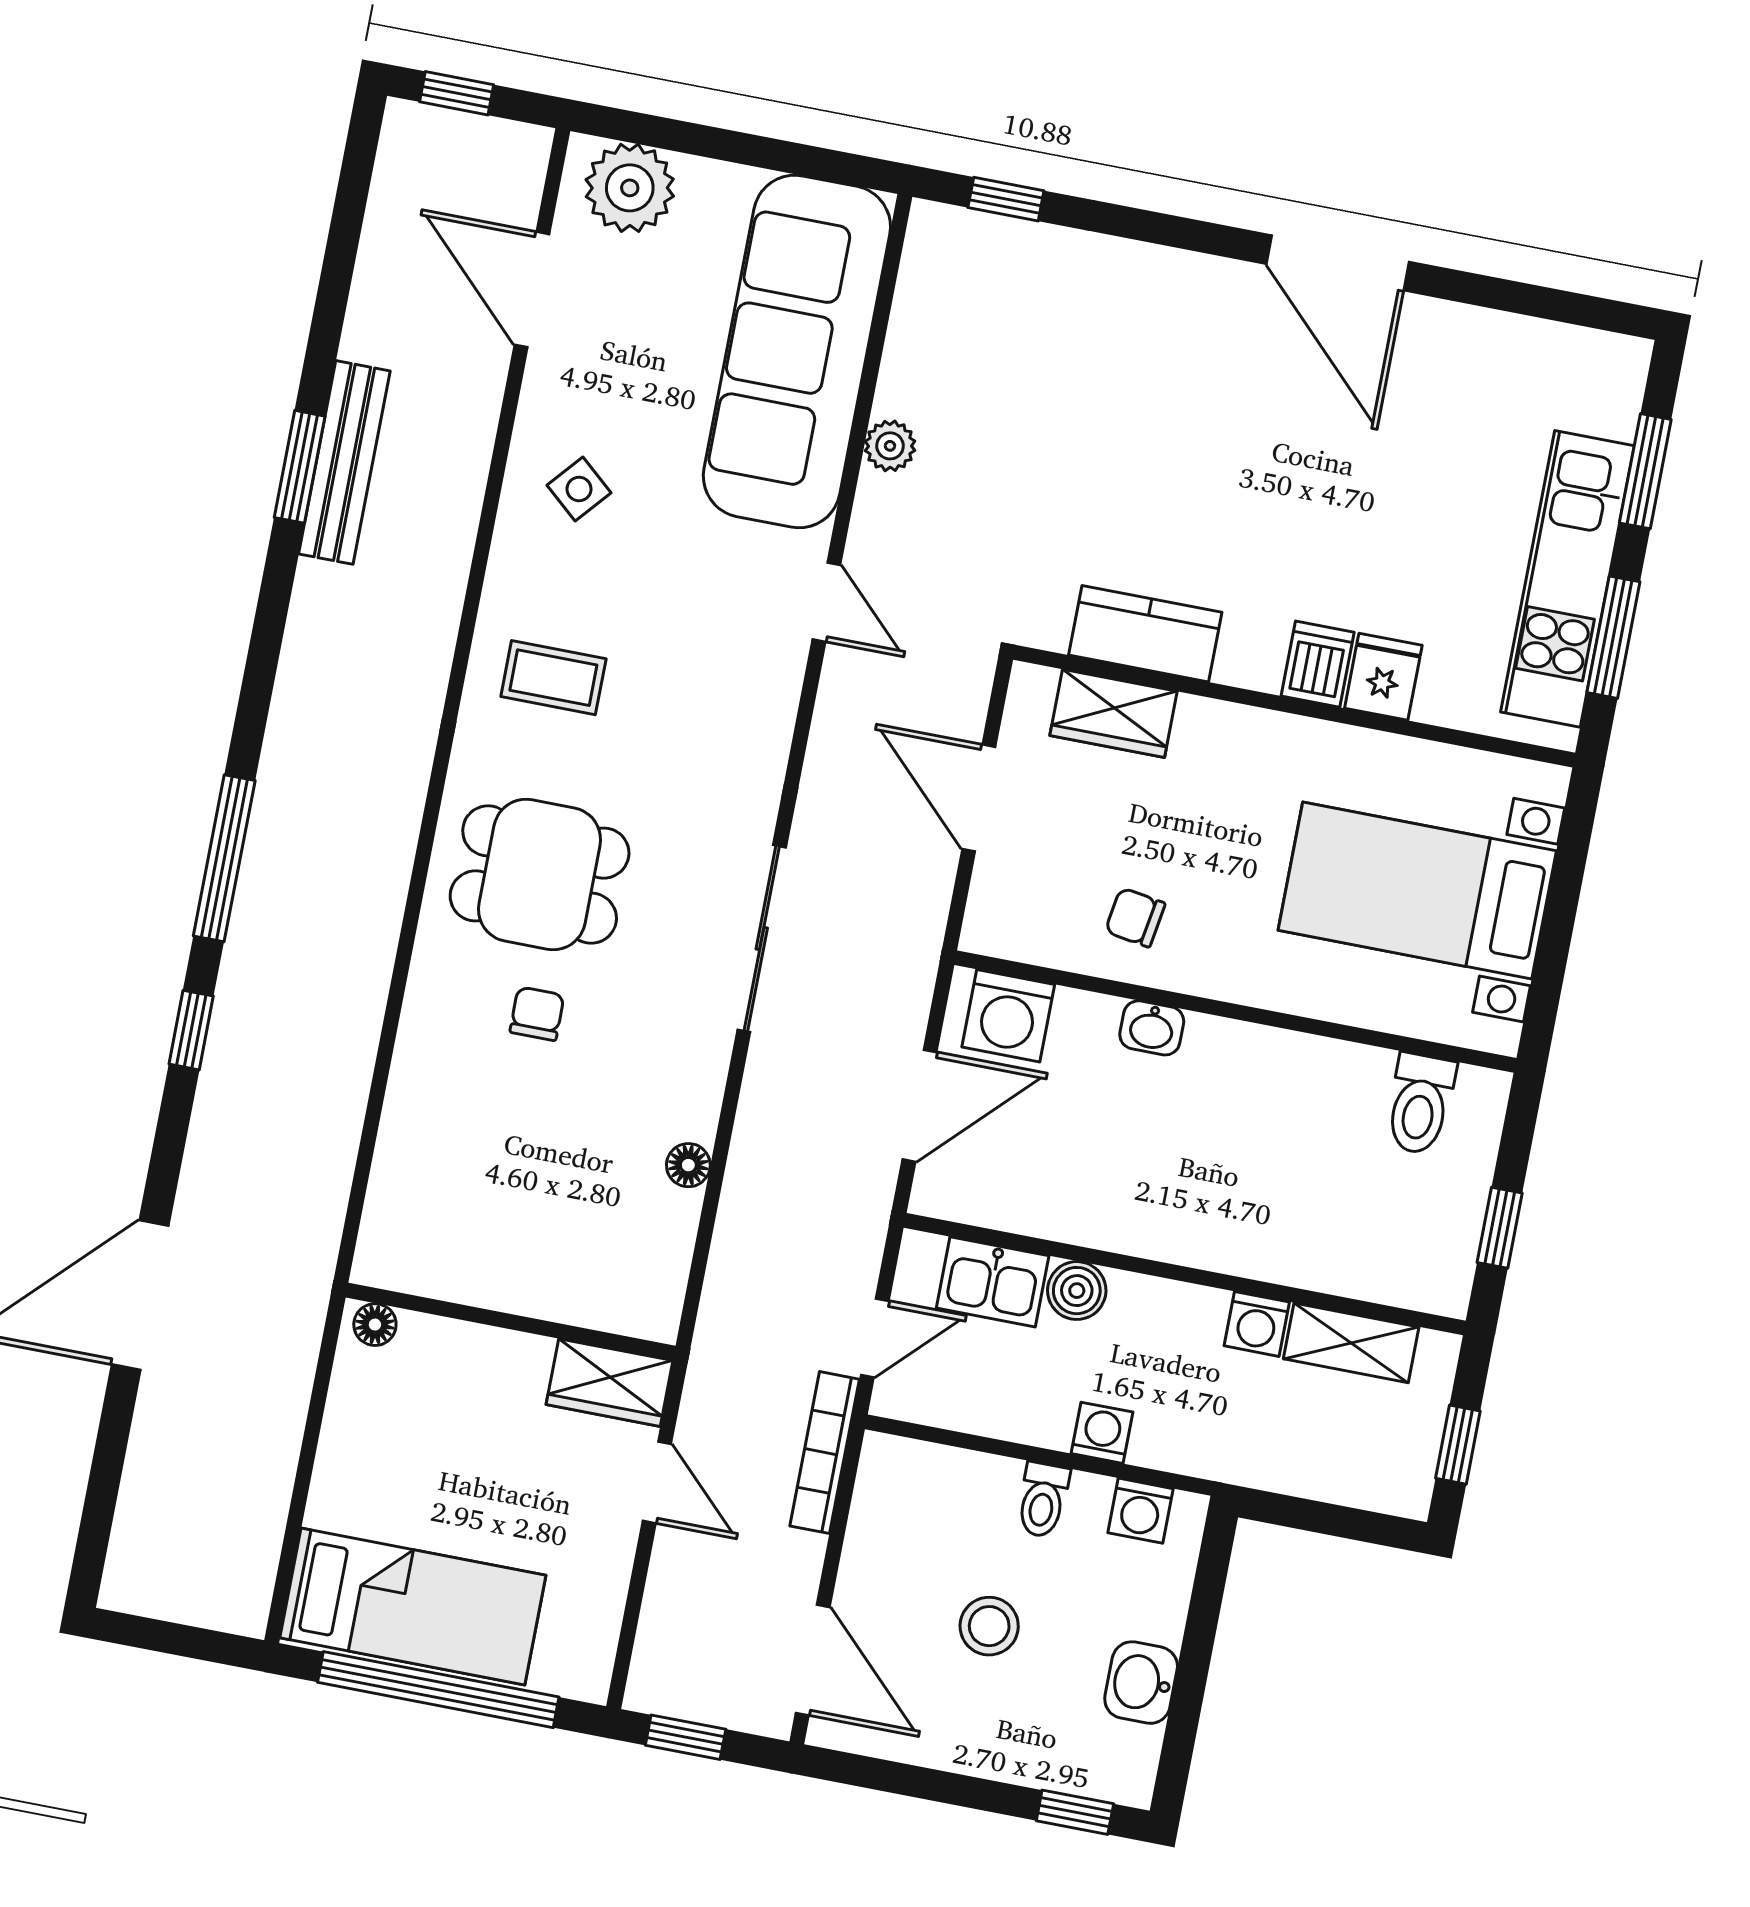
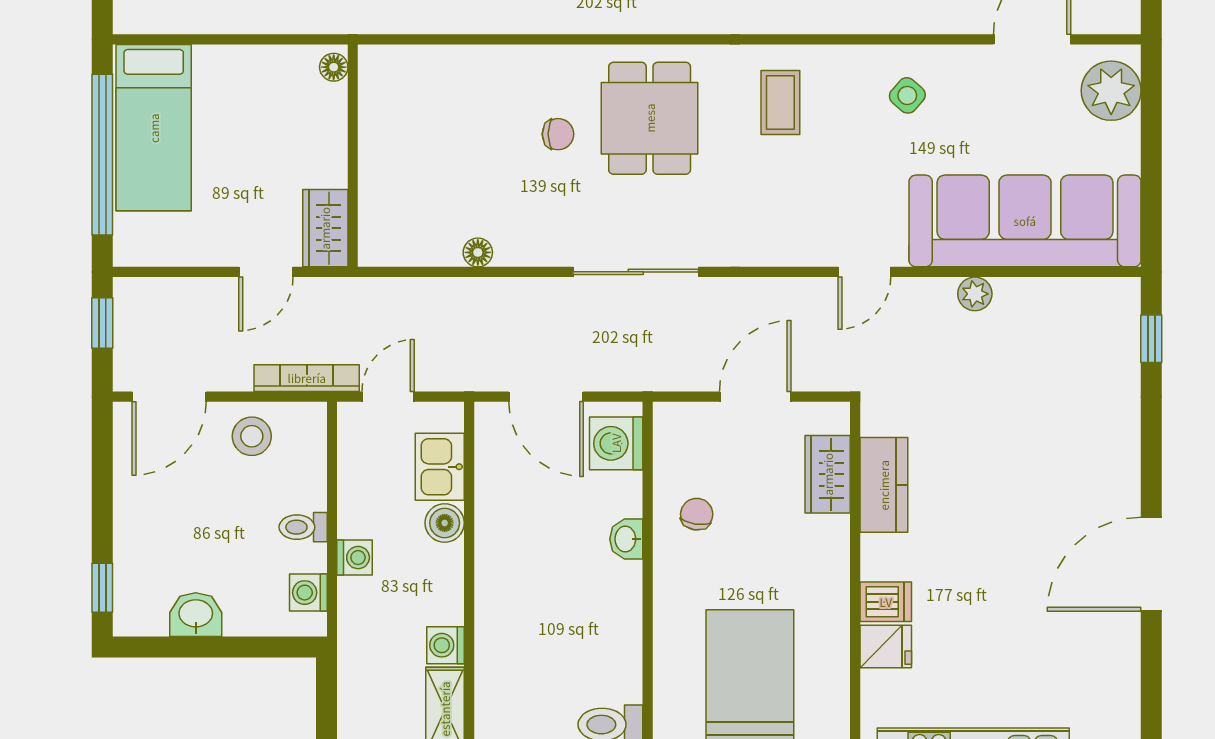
door: (875, 1338) -> (388, 397), swing flipped
stool: (989, 1626) -> (252, 436), moved

